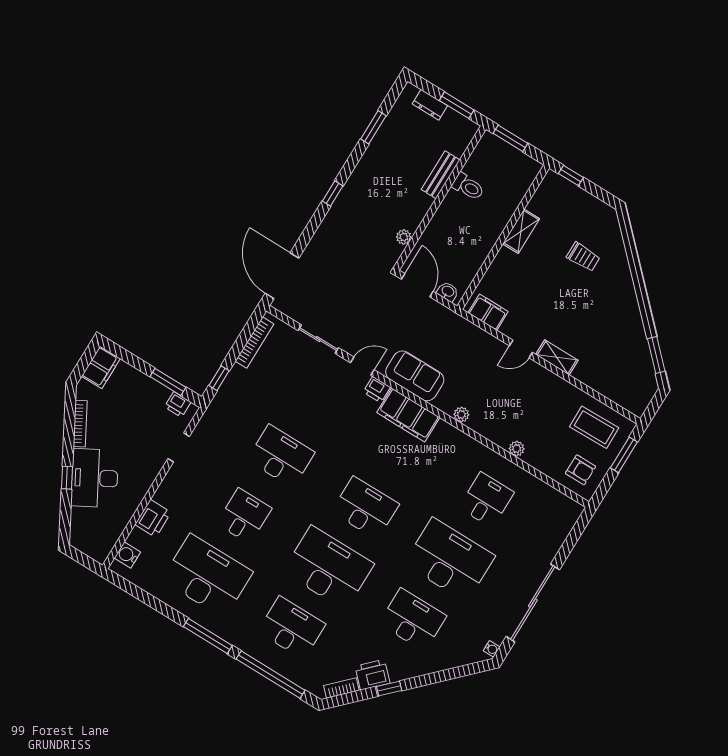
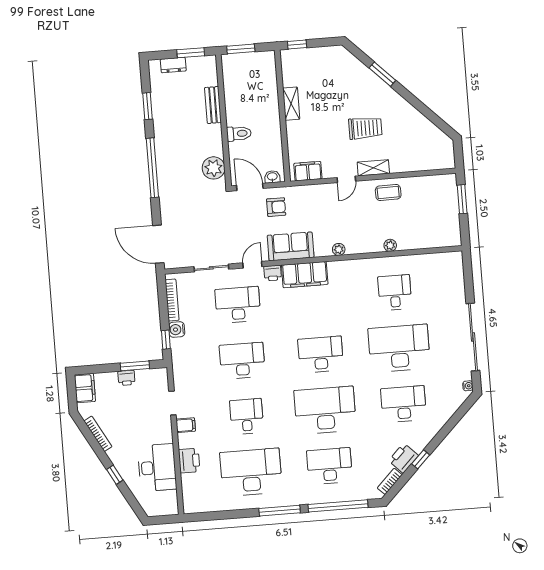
toilet: (468, 187) -> (239, 134), moved
window: (333, 194) -> (152, 168), width x3.17
plant: (404, 237) -> (214, 168), width x1.88, depth x1.88
trolley: (583, 257) -> (365, 128), moved, width x1.36, depth x1.39
window: (656, 355) -> (382, 74), moved
desk: (318, 396) -> (238, 305), added
printer: (178, 405) -> (126, 378), moved
coffee table: (594, 427) -> (388, 193), moved, width x0.73, depth x0.77
armchair: (581, 470) -> (276, 207), moved
desk: (95, 478) -> (157, 468), moved, turned -151
filing cabinet: (176, 480) -> (186, 425), added
water cooler: (127, 555) -> (177, 330), moved

